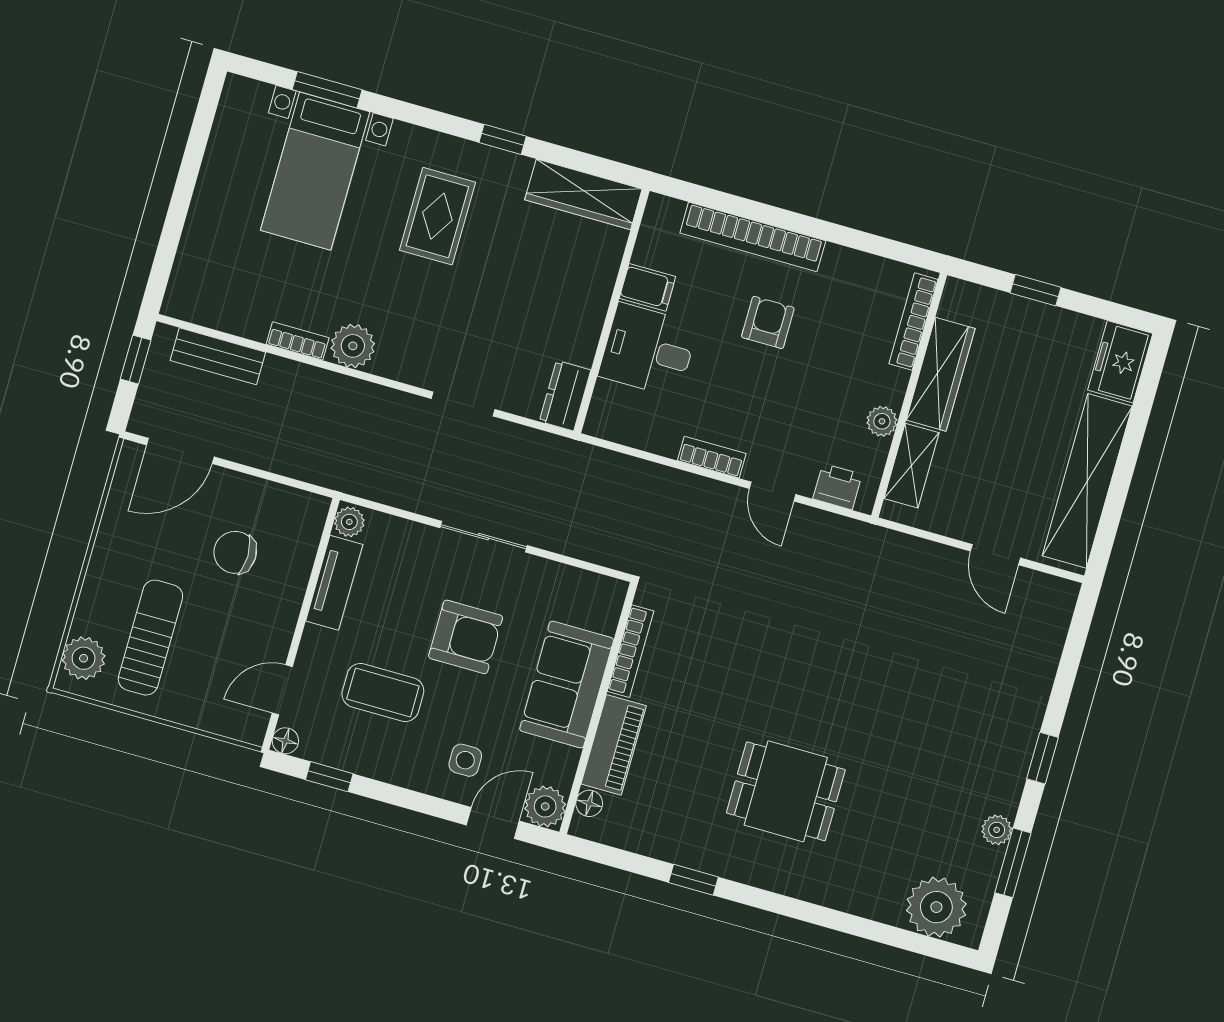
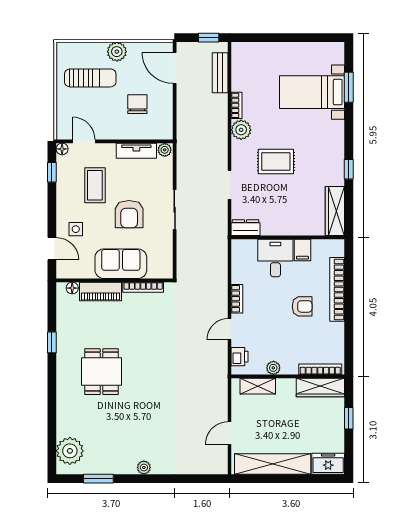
rug: (437, 216) -> (276, 162), moved
wardrobe: (941, 374) -> (320, 387), moved
plant: (84, 658) -> (117, 52), moved
window: (1043, 758) -> (147, 479), removed
plant: (545, 806) -> (65, 269), removed
plant: (997, 830) -> (144, 467), moved

